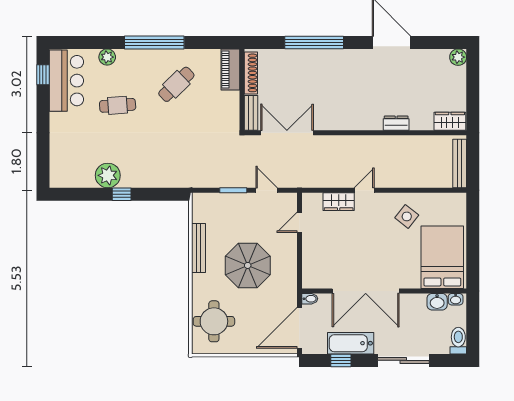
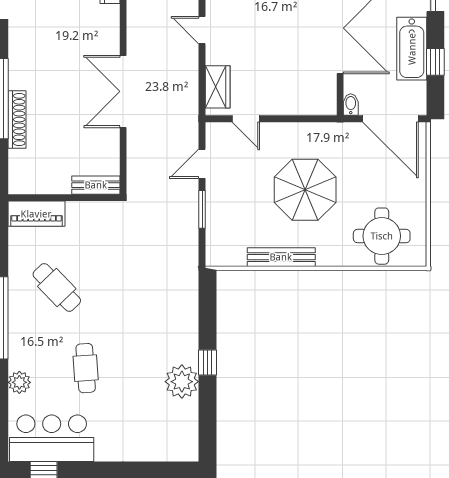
shoe rack: (251, 73) -> (17, 120), moved, turned 90
double door: (287, 133) -> (123, 91), moved
wardrobe: (339, 202) -> (218, 87), moved

